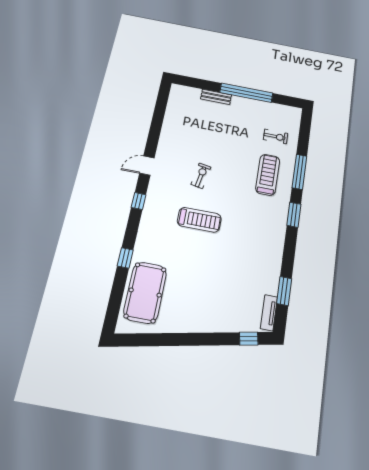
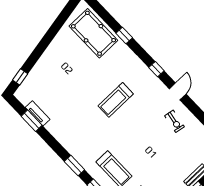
exercise bike: (201, 176) -> (174, 121), moved
tv unit: (269, 313) -> (38, 113), moved

